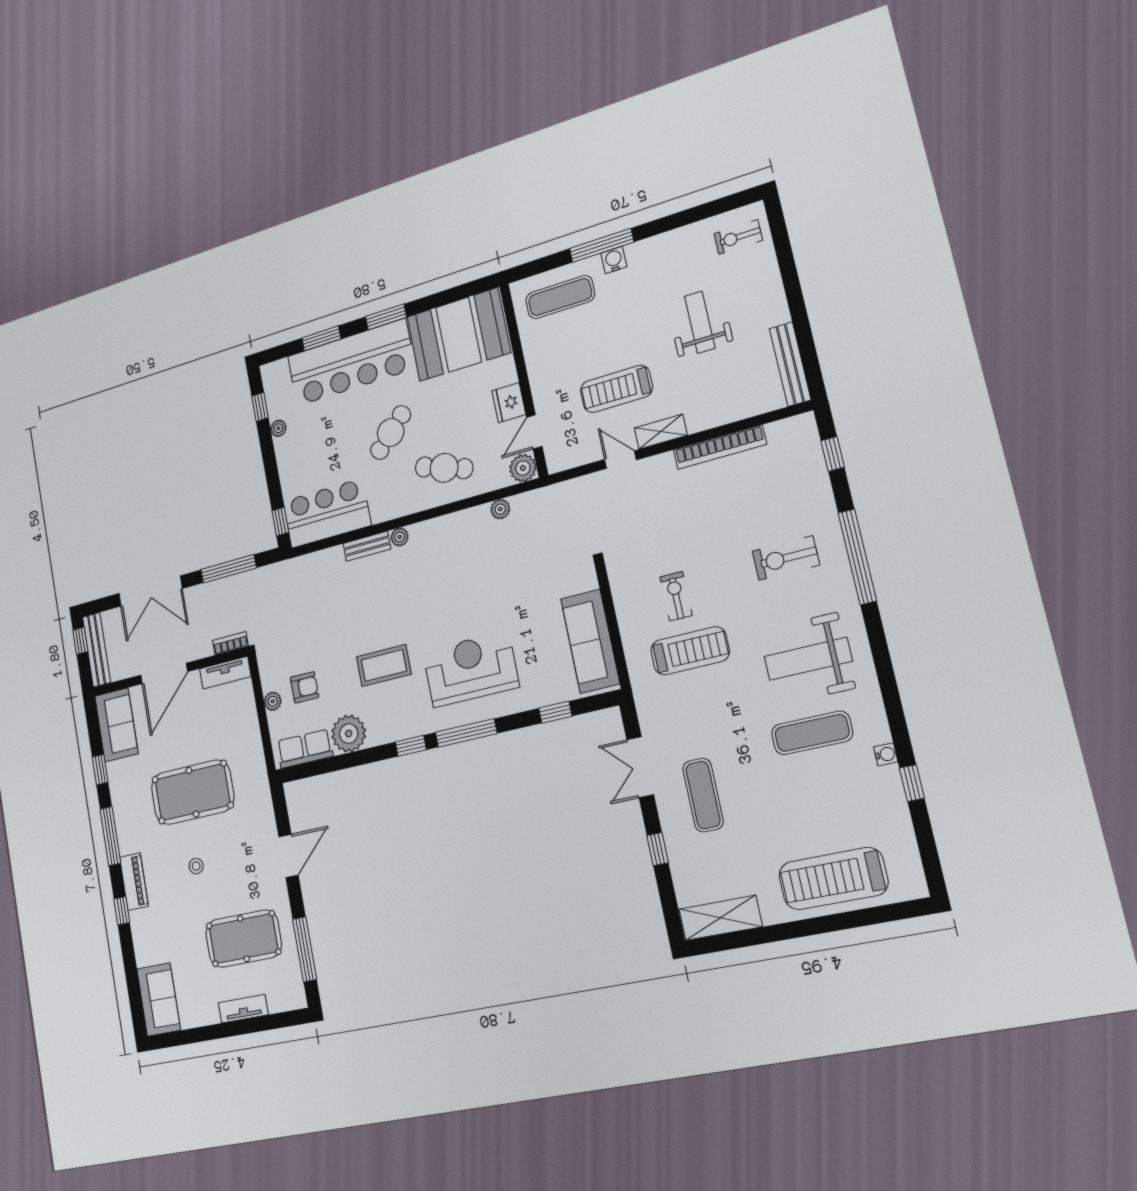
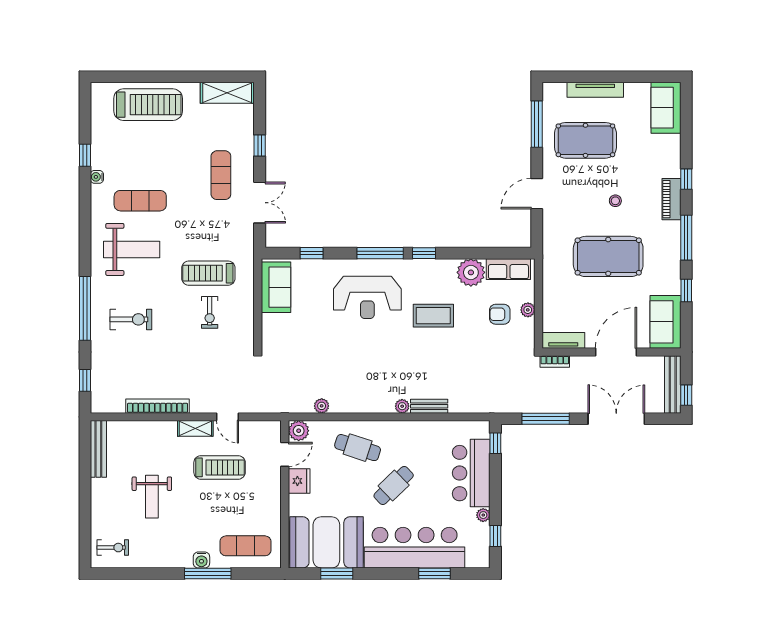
window: (386, 317) -> (337, 573), moved
bar counter: (327, 513) -> (471, 473), moved, turned 90
sofa: (590, 641) -> (276, 287), width x0.73
tv unit: (243, 1009) -> (595, 90), width x1.41

